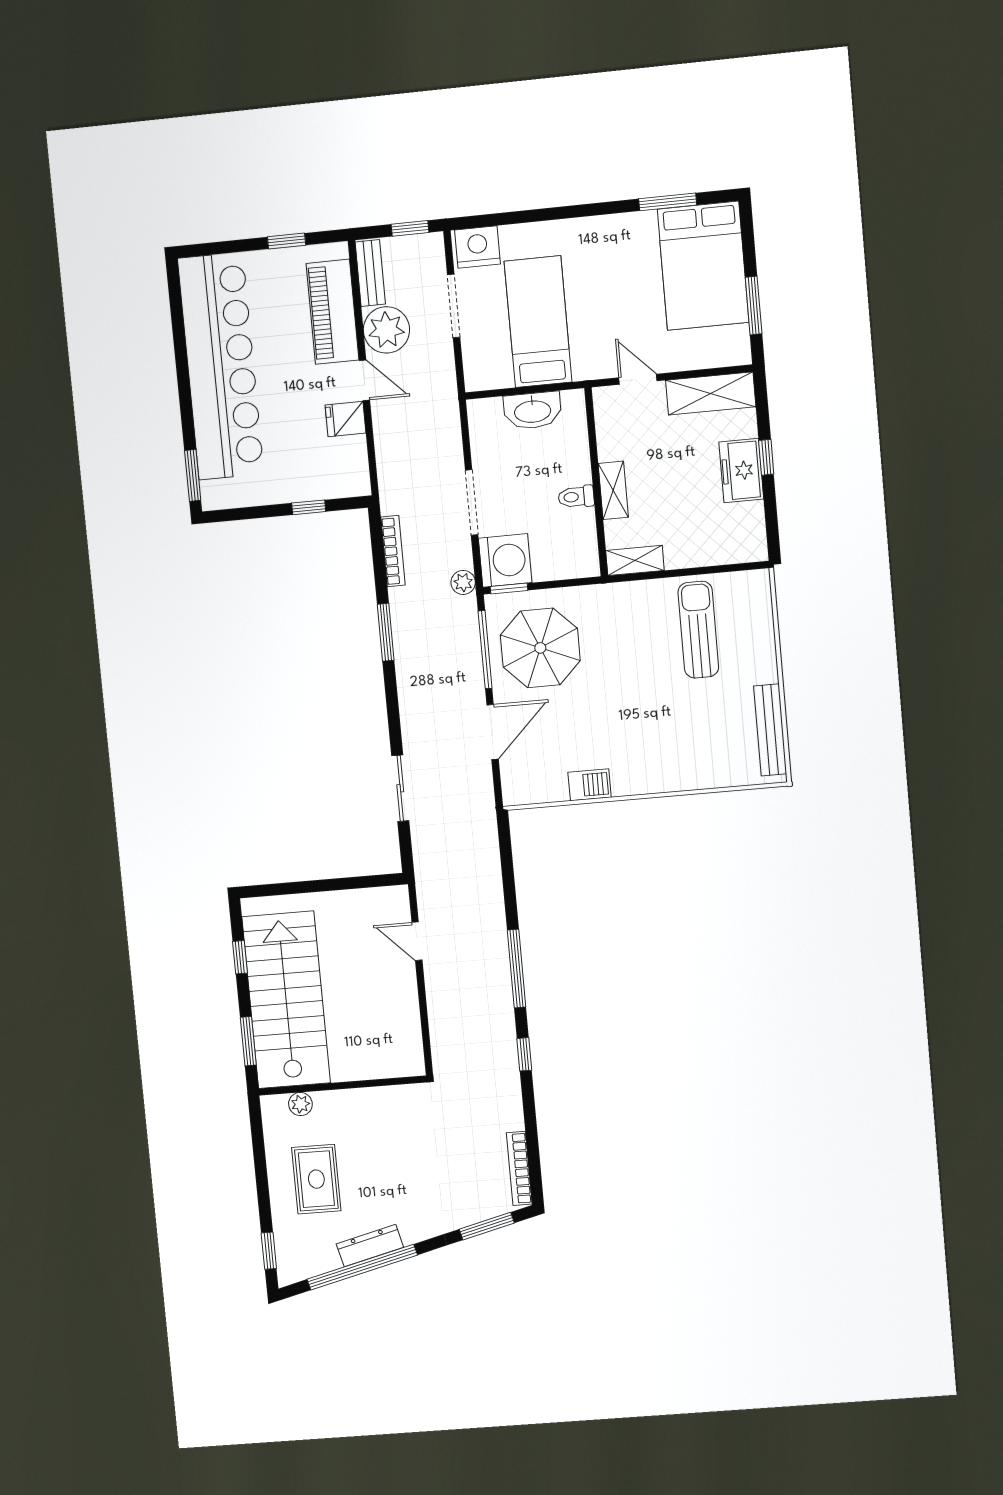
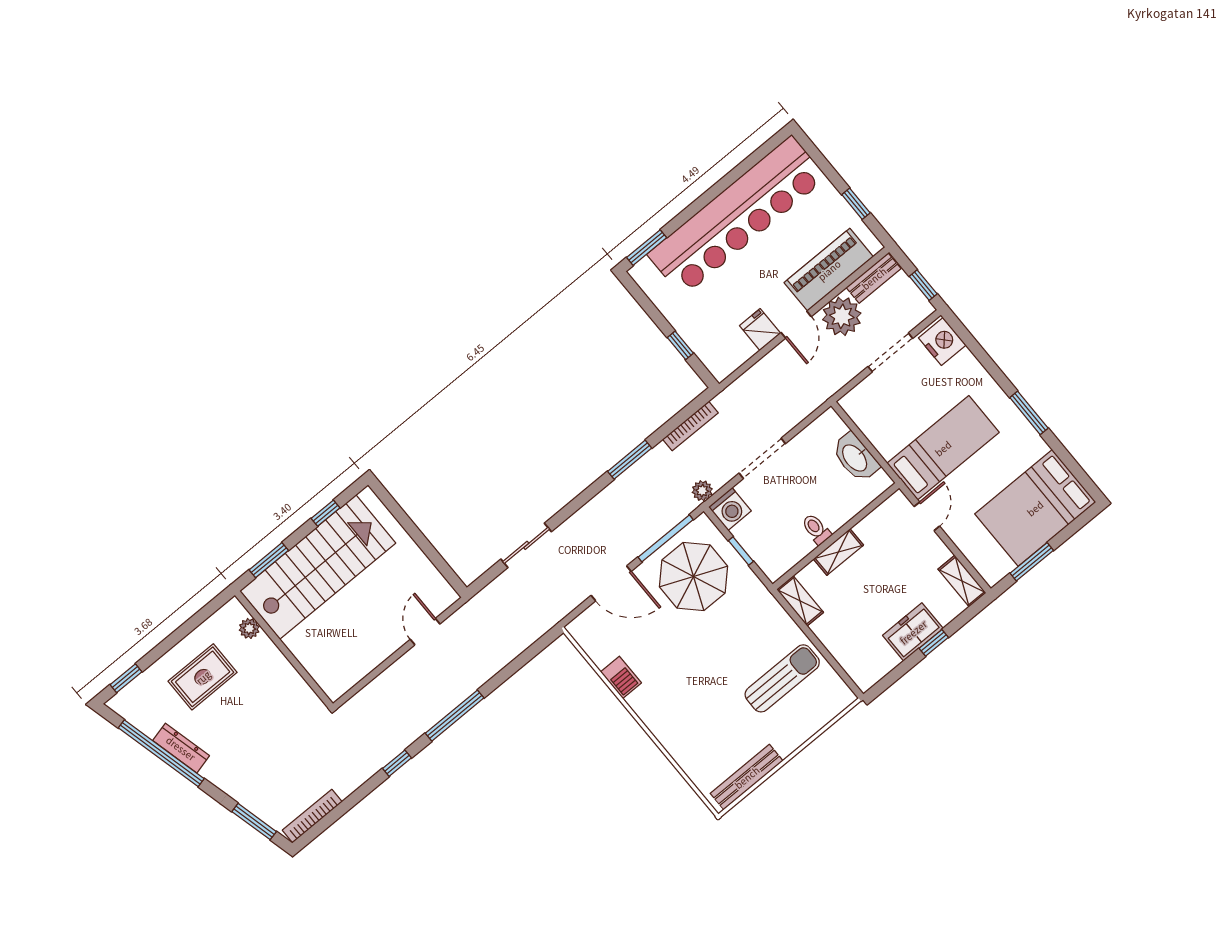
window: (668, 202) -> (1029, 413), moved
bed: (538, 322) -> (943, 448), moved
shelving: (711, 393) -> (962, 581), width x0.67, depth x0.75
washing machine: (505, 560) -> (730, 509), width x0.73, depth x0.73
window: (509, 588) -> (741, 551), moved

